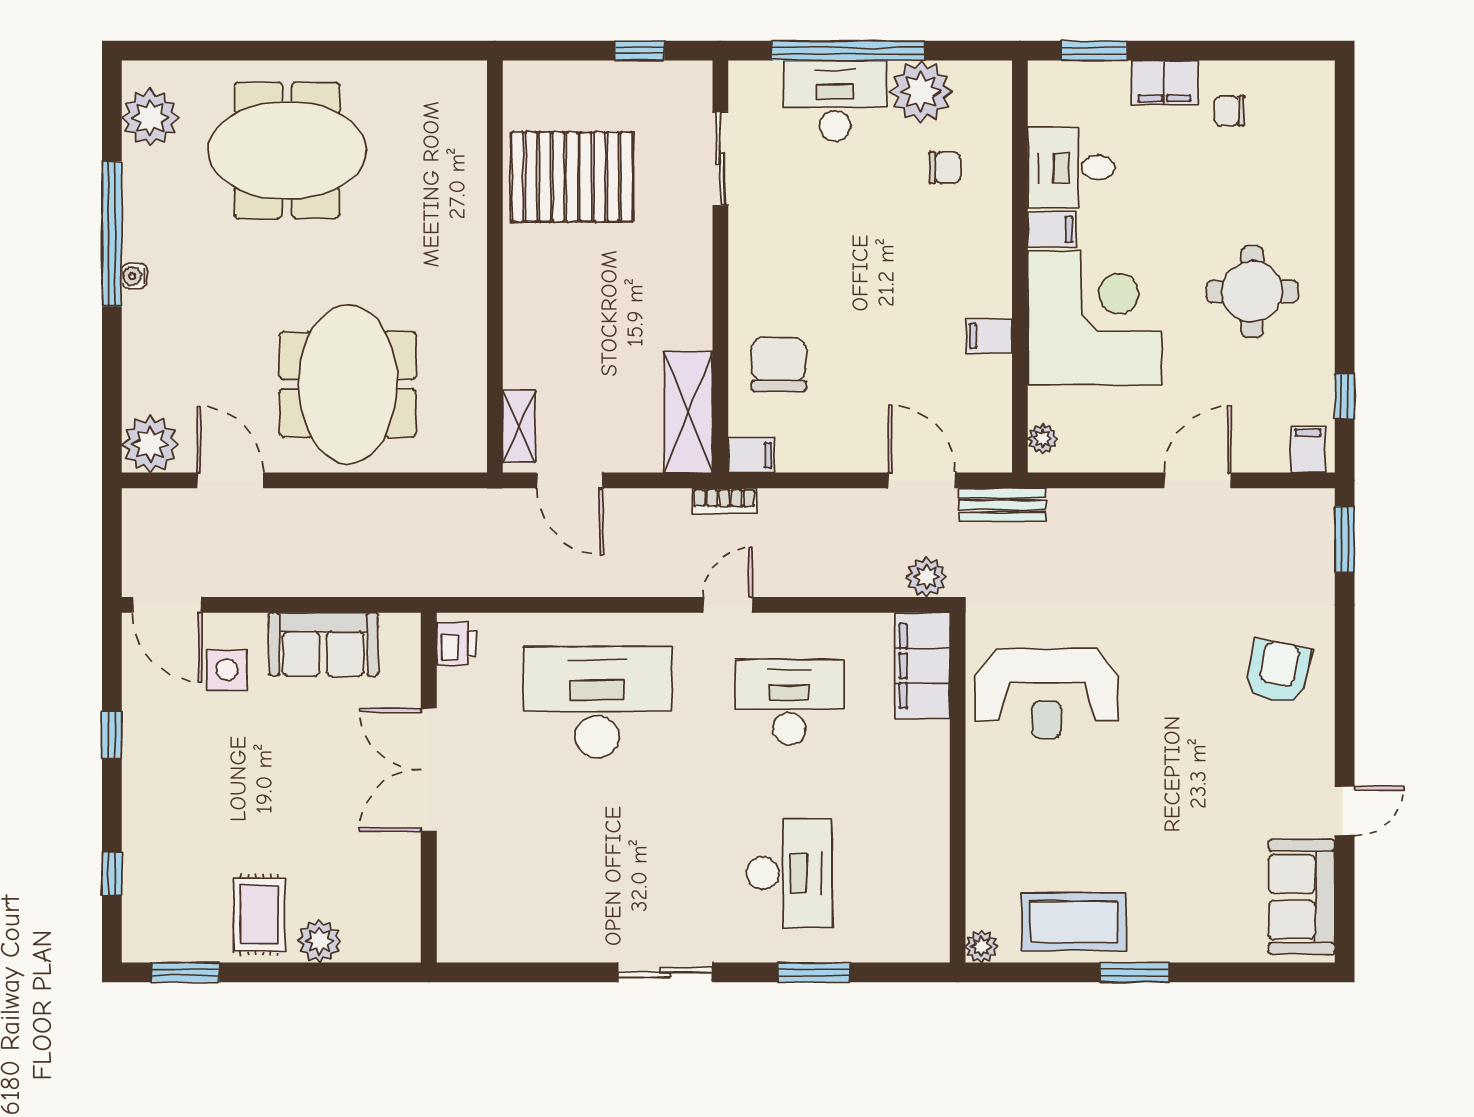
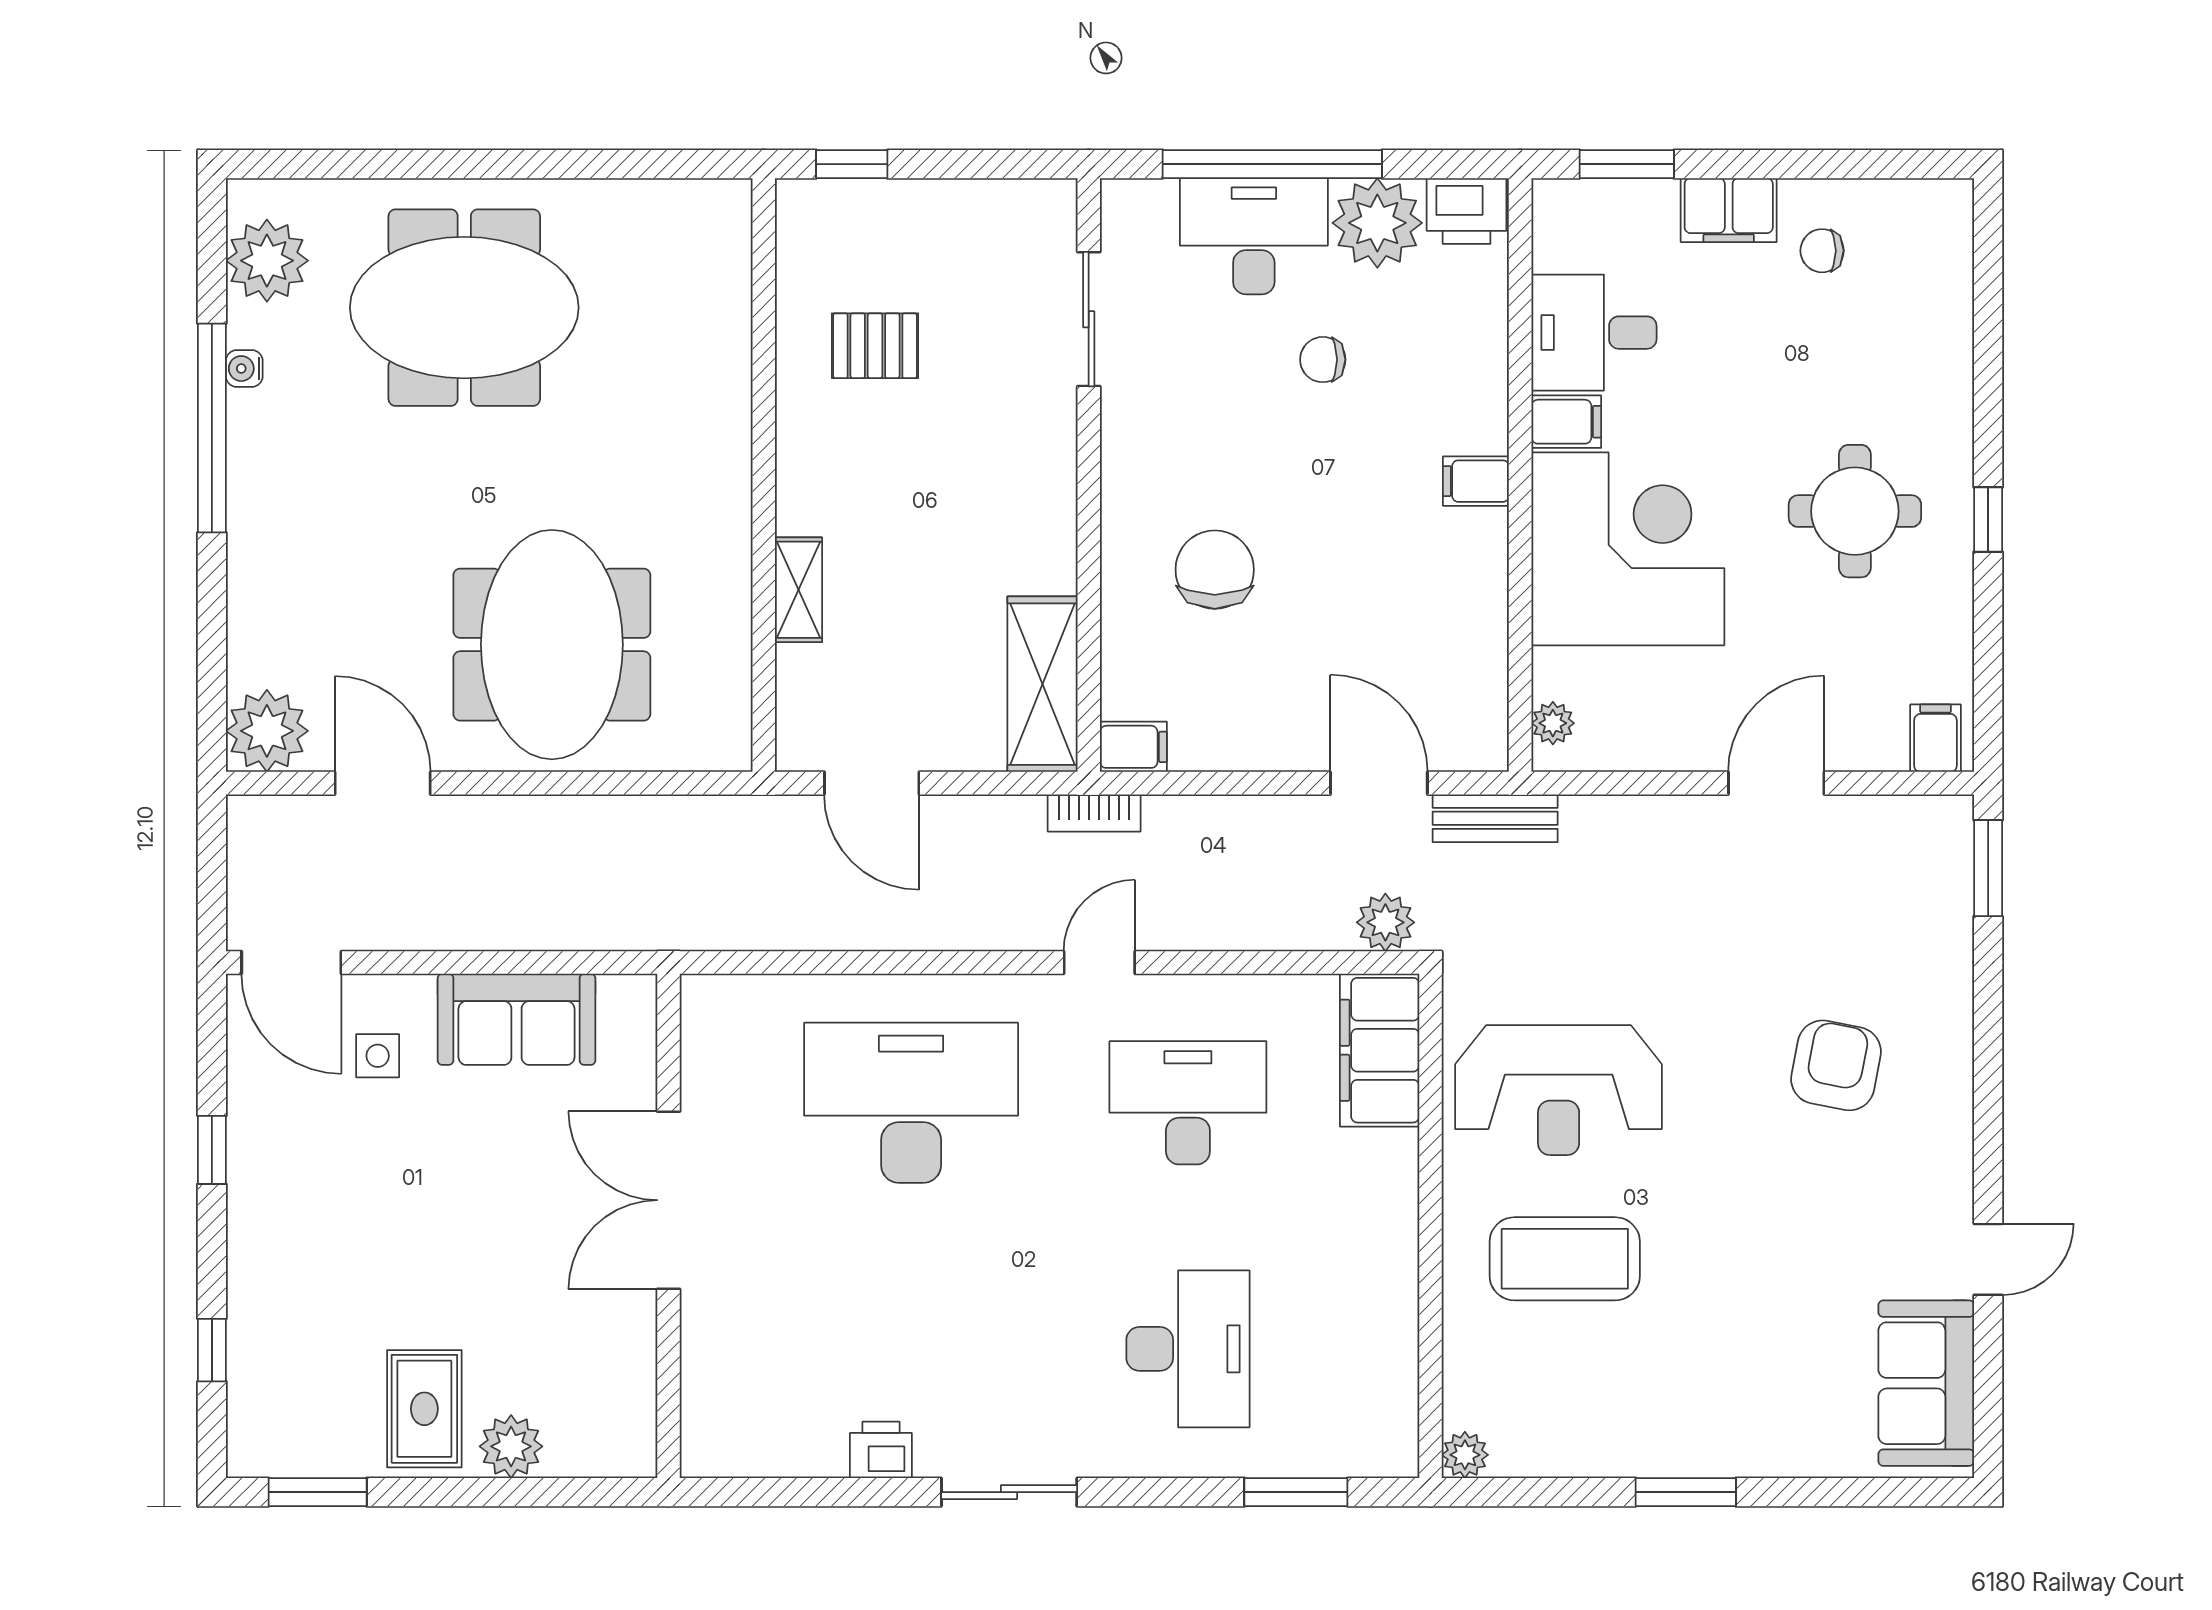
window: (639, 51) -> (852, 164), moved
printer: (983, 83) -> (1467, 211), added
chair: (945, 168) -> (1323, 360), moved, turned 180
pallet: (572, 177) -> (875, 346), width x0.49, depth x0.50
water cooler: (134, 276) -> (244, 369), moved
filing cabinet: (989, 336) -> (1476, 481), moved
chair: (779, 364) -> (1215, 570), moved
window: (1345, 397) -> (1988, 520), moved
shelving: (519, 426) -> (798, 590), moved
printer: (456, 644) -> (881, 1450), moved, turned -90
side table: (227, 670) -> (378, 1056), width x0.73, depth x0.73
armchair: (1278, 672) -> (1836, 1065), moved
coffee table: (1074, 922) -> (1565, 1259), moved
window: (814, 972) -> (1296, 1492), moved

